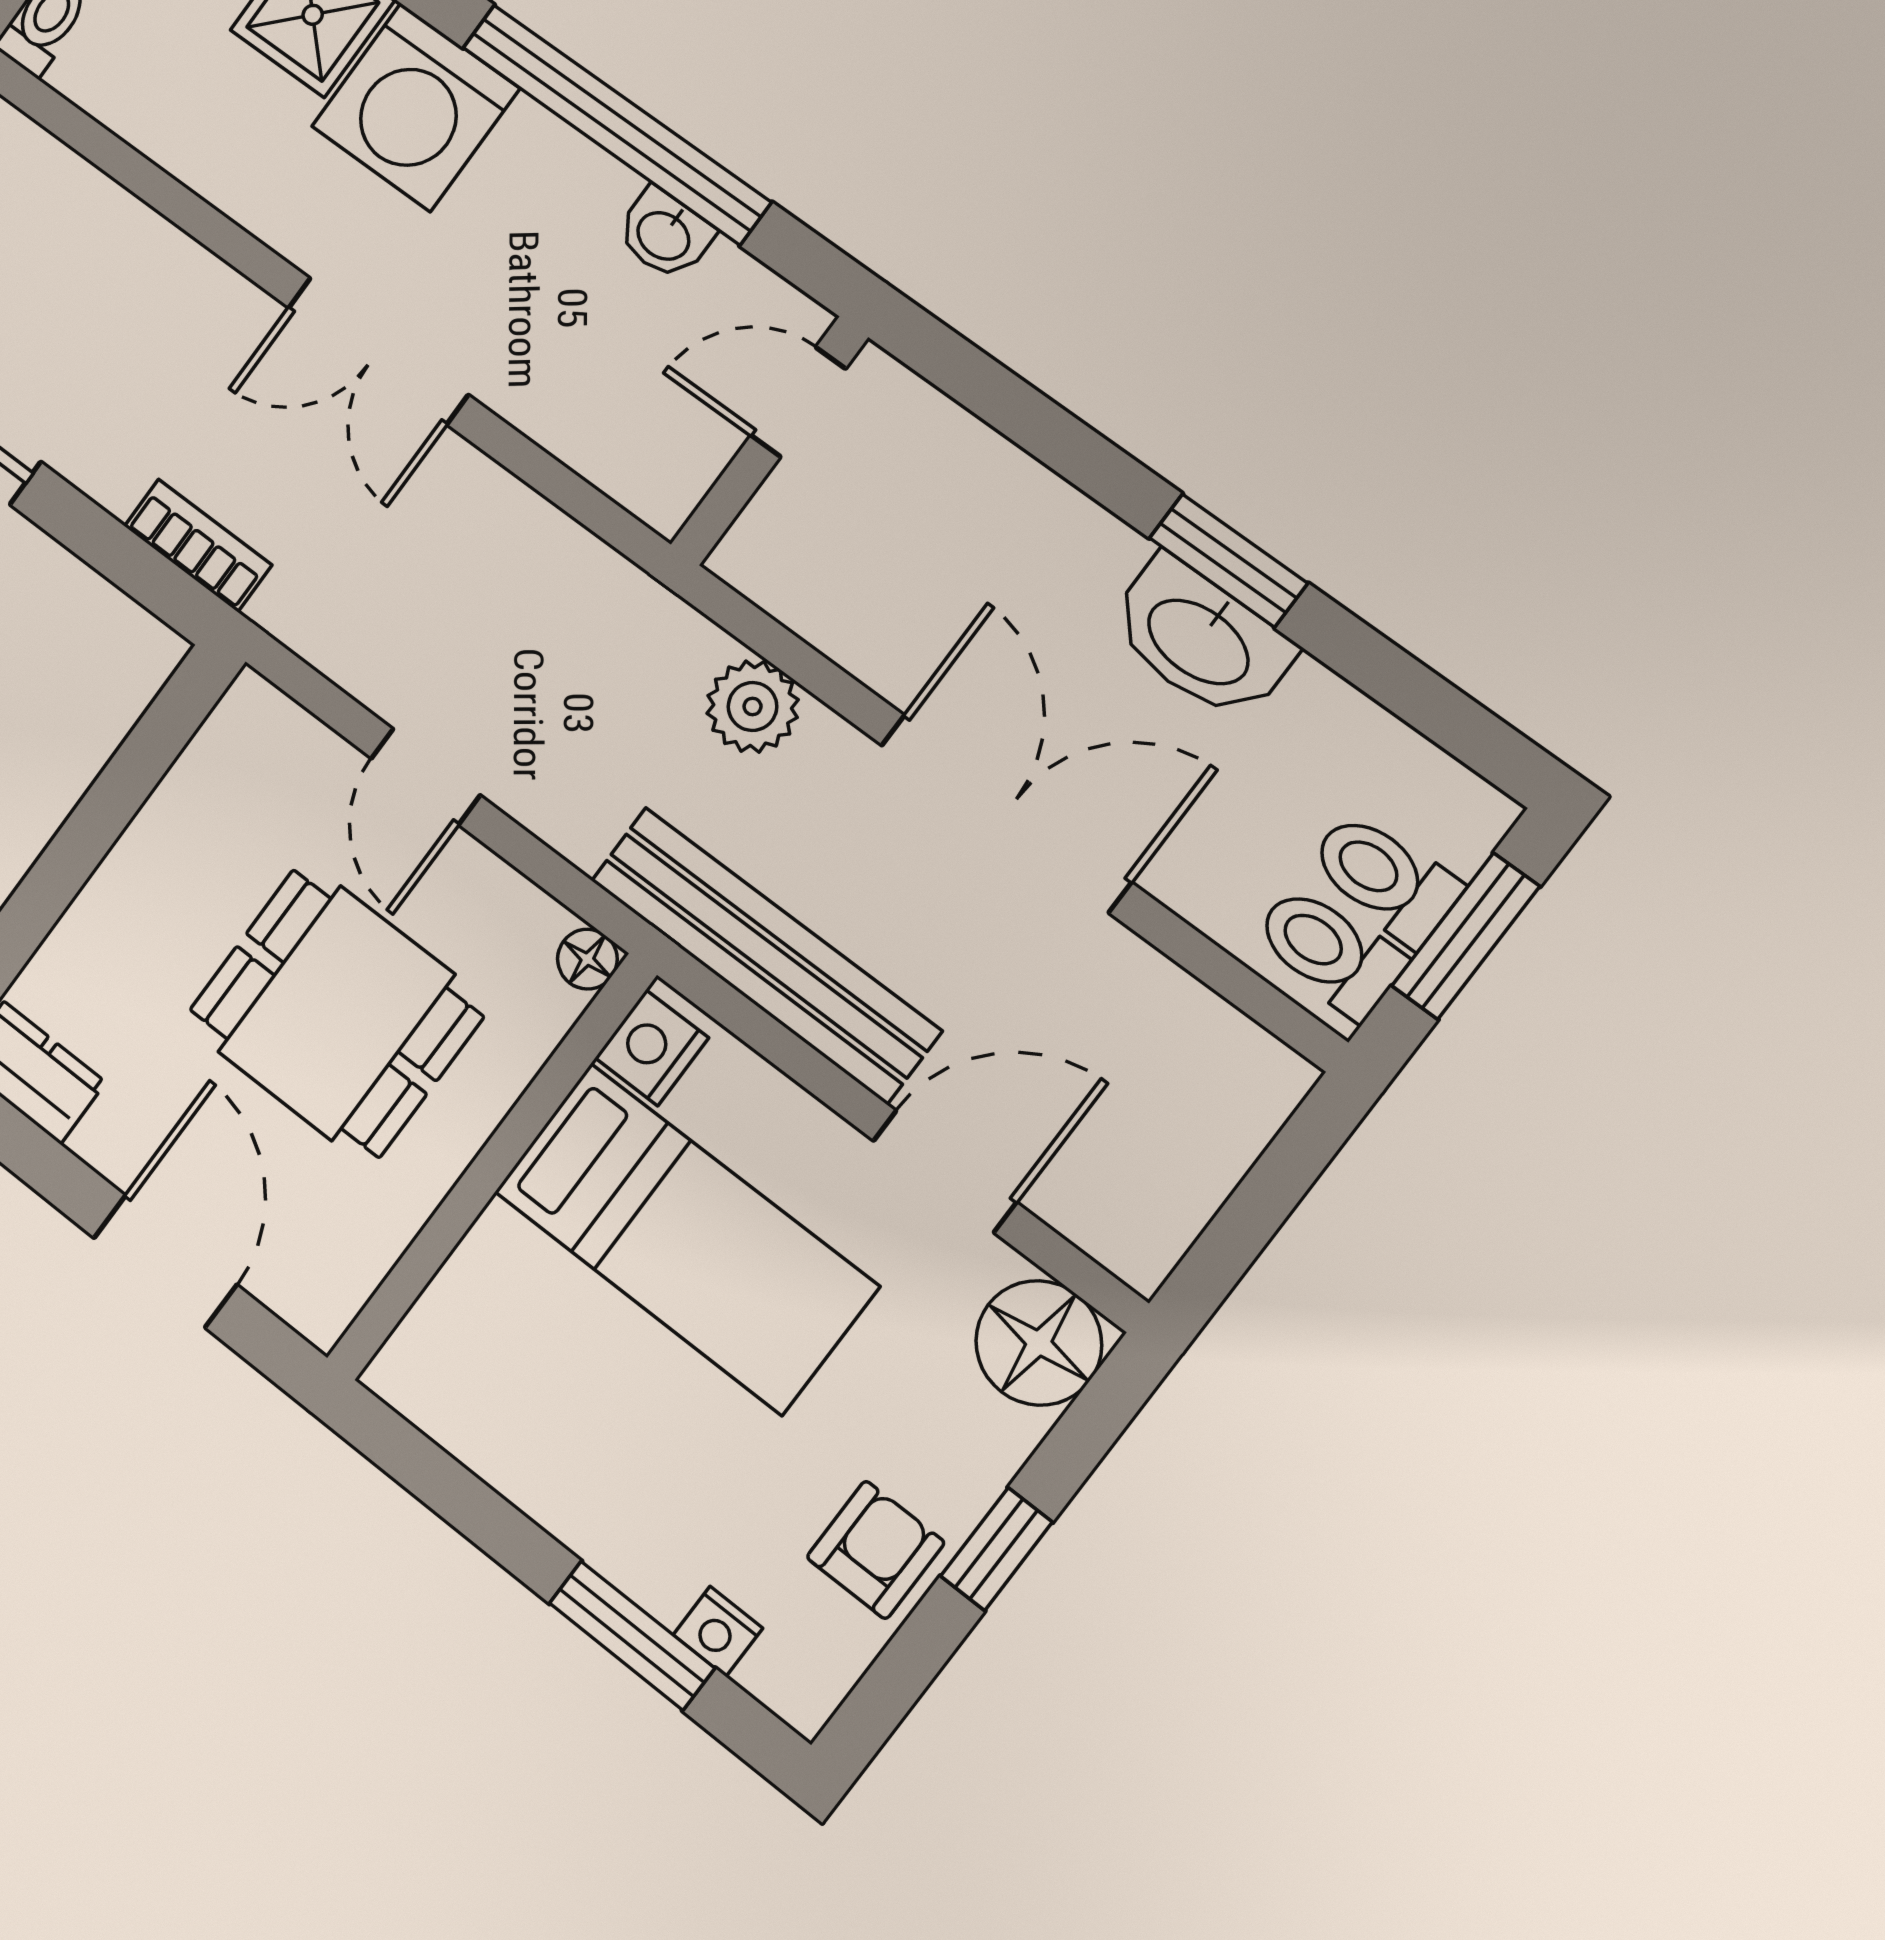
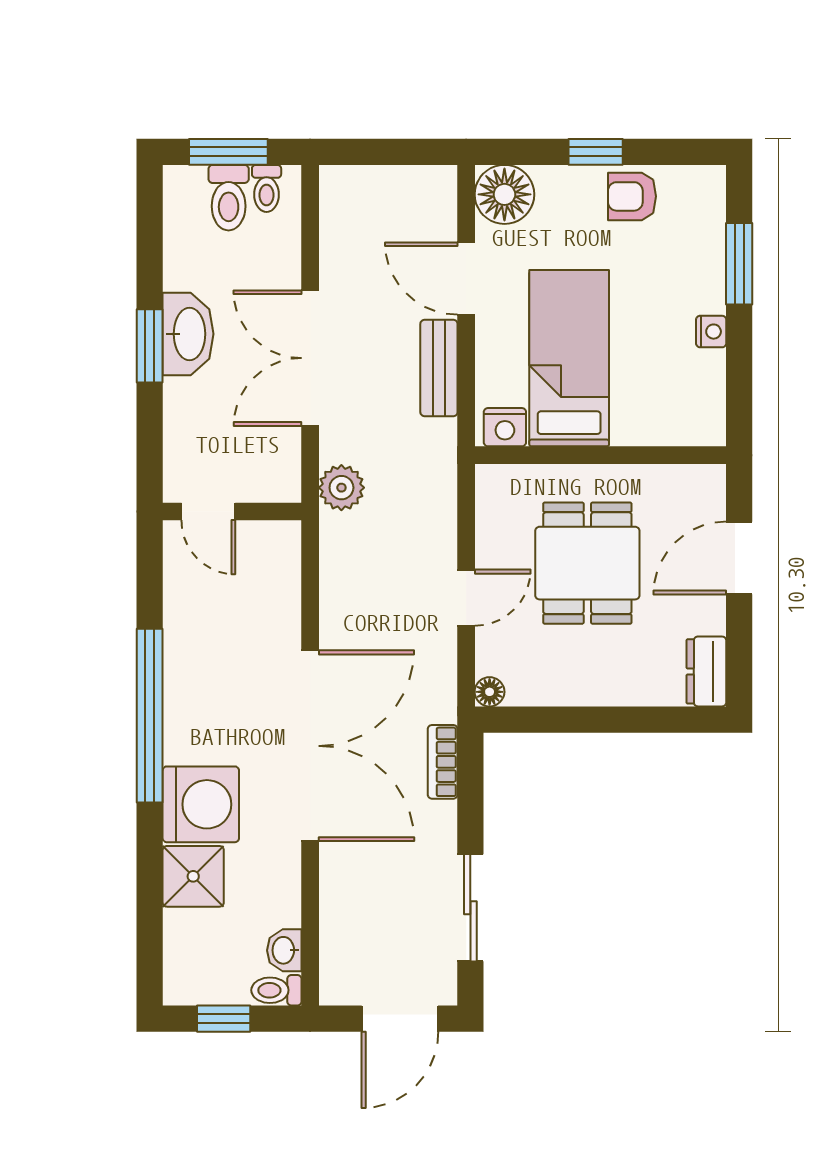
washbasin: (665, 234) -> (284, 950), moved, turned 180
double door: (378, 351) -> (310, 746), width x1.87
door: (798, 402) -> (208, 511), moved
wall: (769, 441) -> (232, 511), moved
toilet: (1329, 951) -> (267, 188), width x0.73, depth x0.72
bench: (765, 955) -> (439, 368), width x0.54, depth x0.82
floor lamp: (587, 959) -> (490, 692), moved
nightstand: (718, 1632) -> (711, 332), moved

